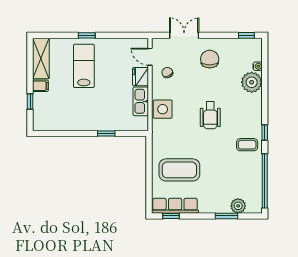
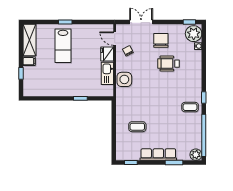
lab bench: (84, 66) -> (63, 46), turned 180
plant: (252, 82) -> (194, 34), moved
wheelchair: (210, 115) -> (168, 64), moved, turned 90
coffee table: (179, 170) -> (137, 127), width x0.54, depth x0.58
row of seats: (175, 206) -> (158, 155), moved
plant: (238, 206) -> (196, 155), moved

